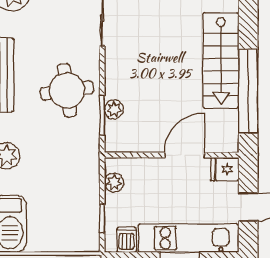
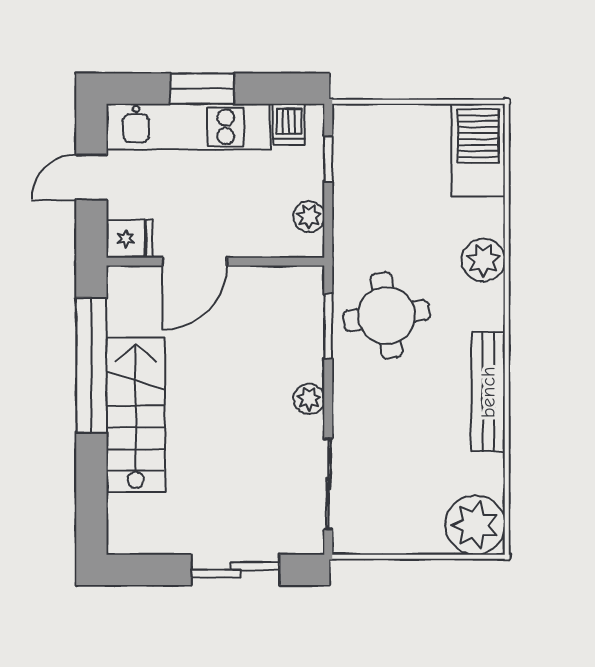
round table: (67, 90) -> (387, 315), moved
plant: (114, 109) -> (309, 399), moved

